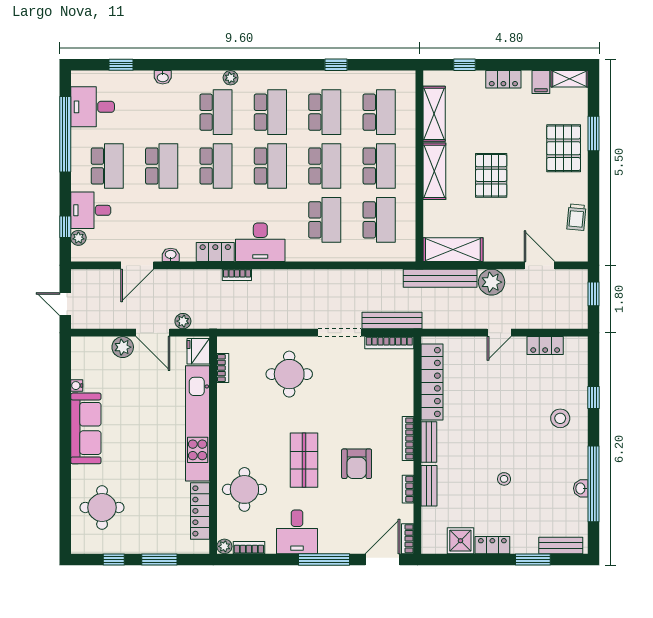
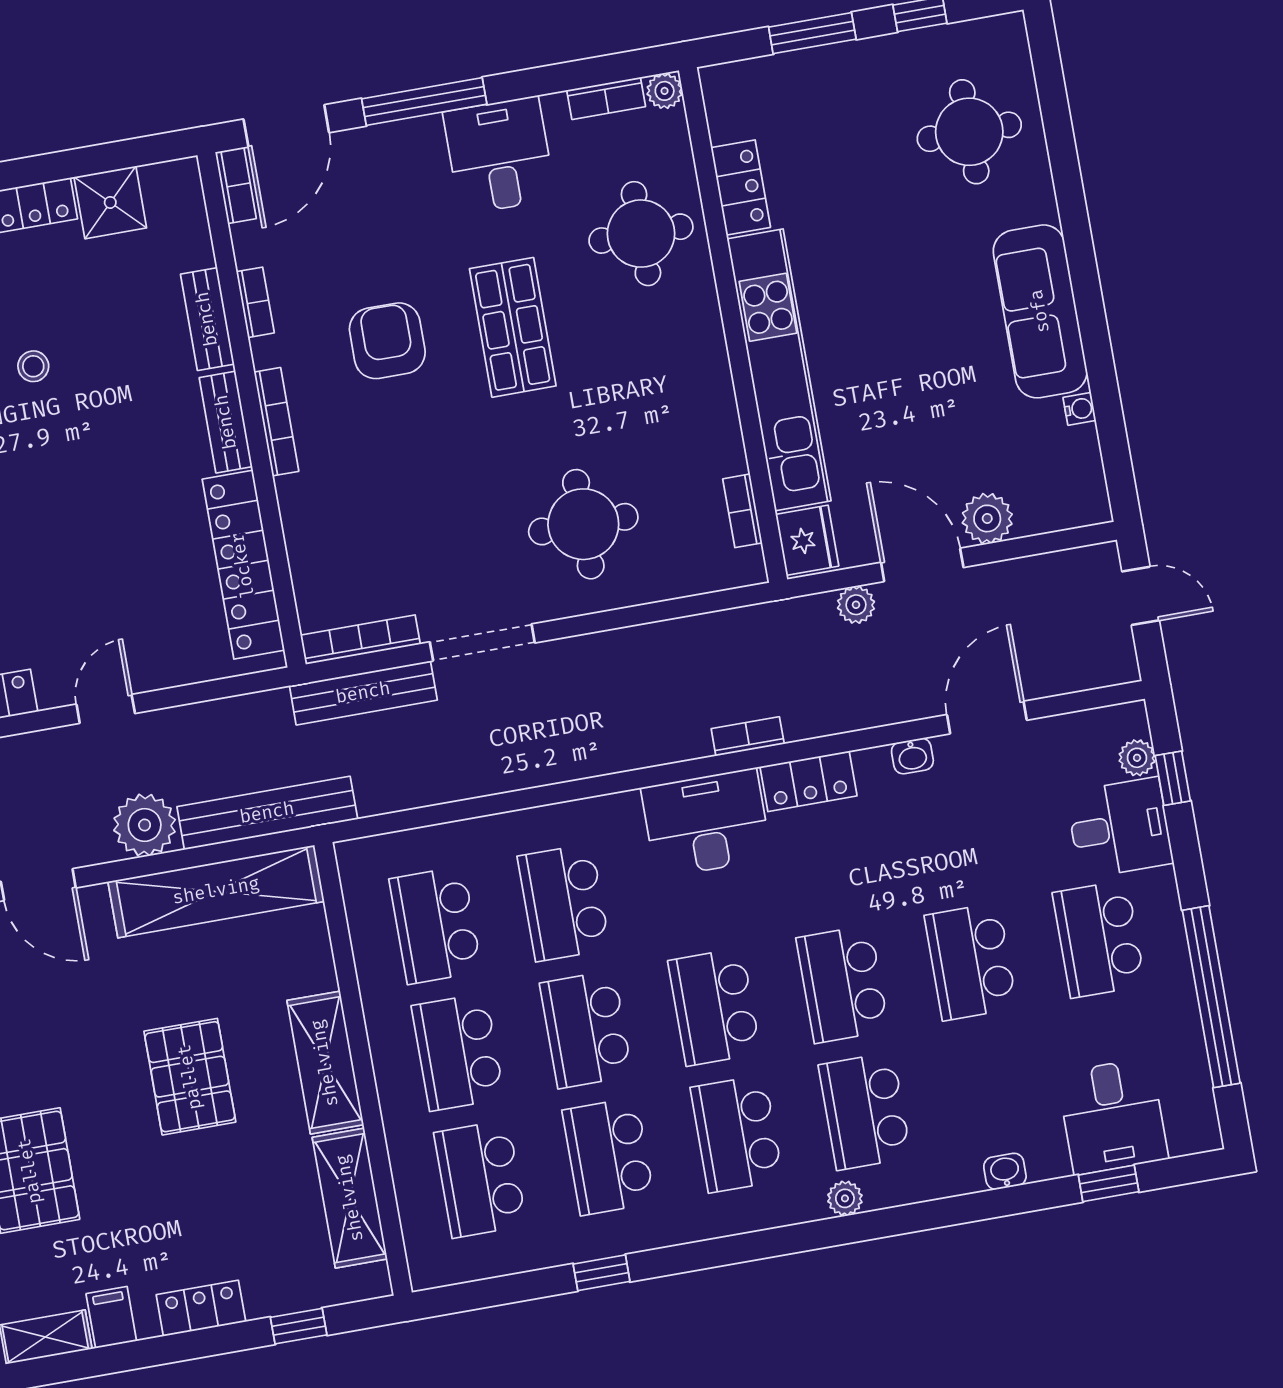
desk: (93, 107) -> (1113, 1116), moved, turned 90
shelving: (453, 250) -> (216, 891), width x1.47
locker: (200, 511) -> (741, 187), width x0.66

